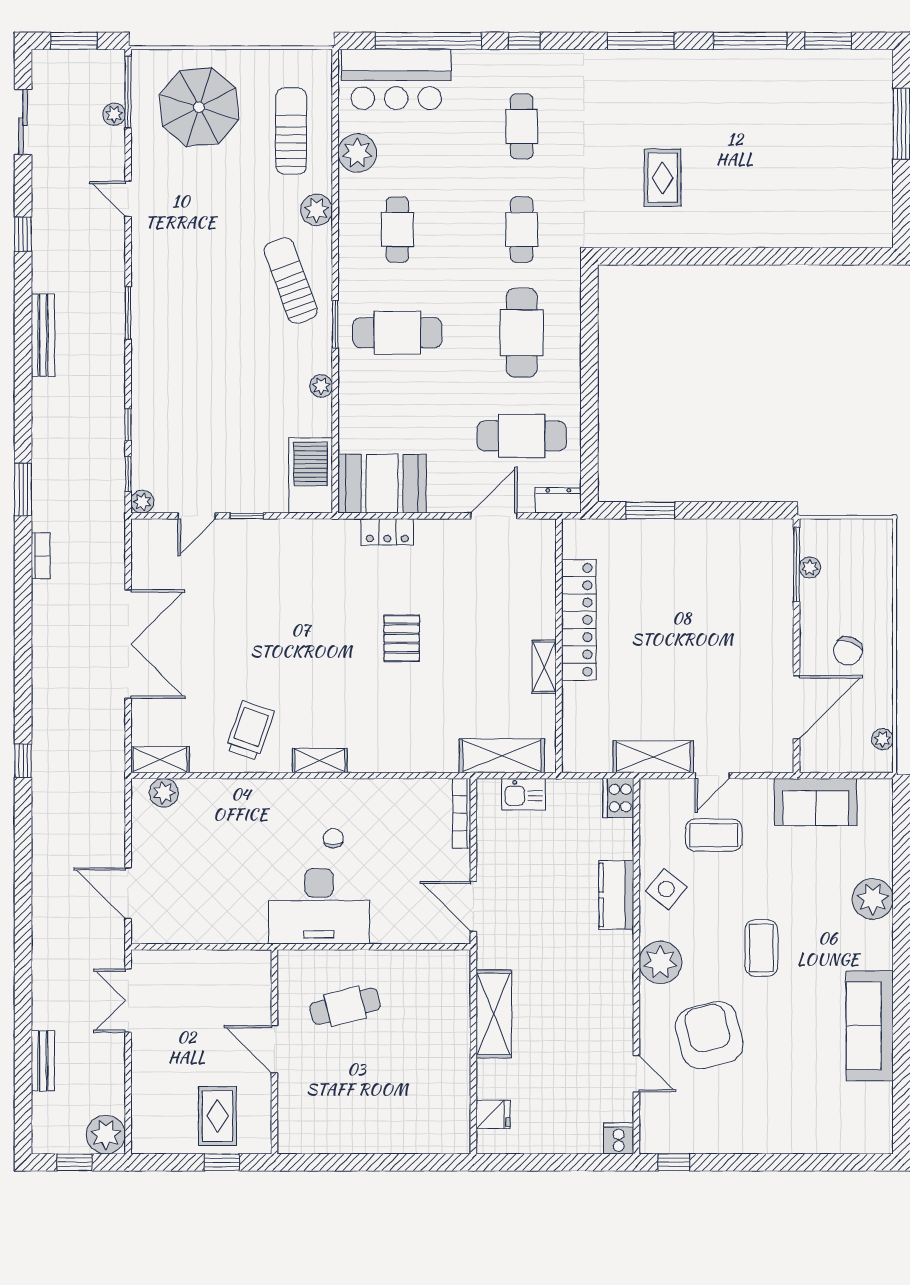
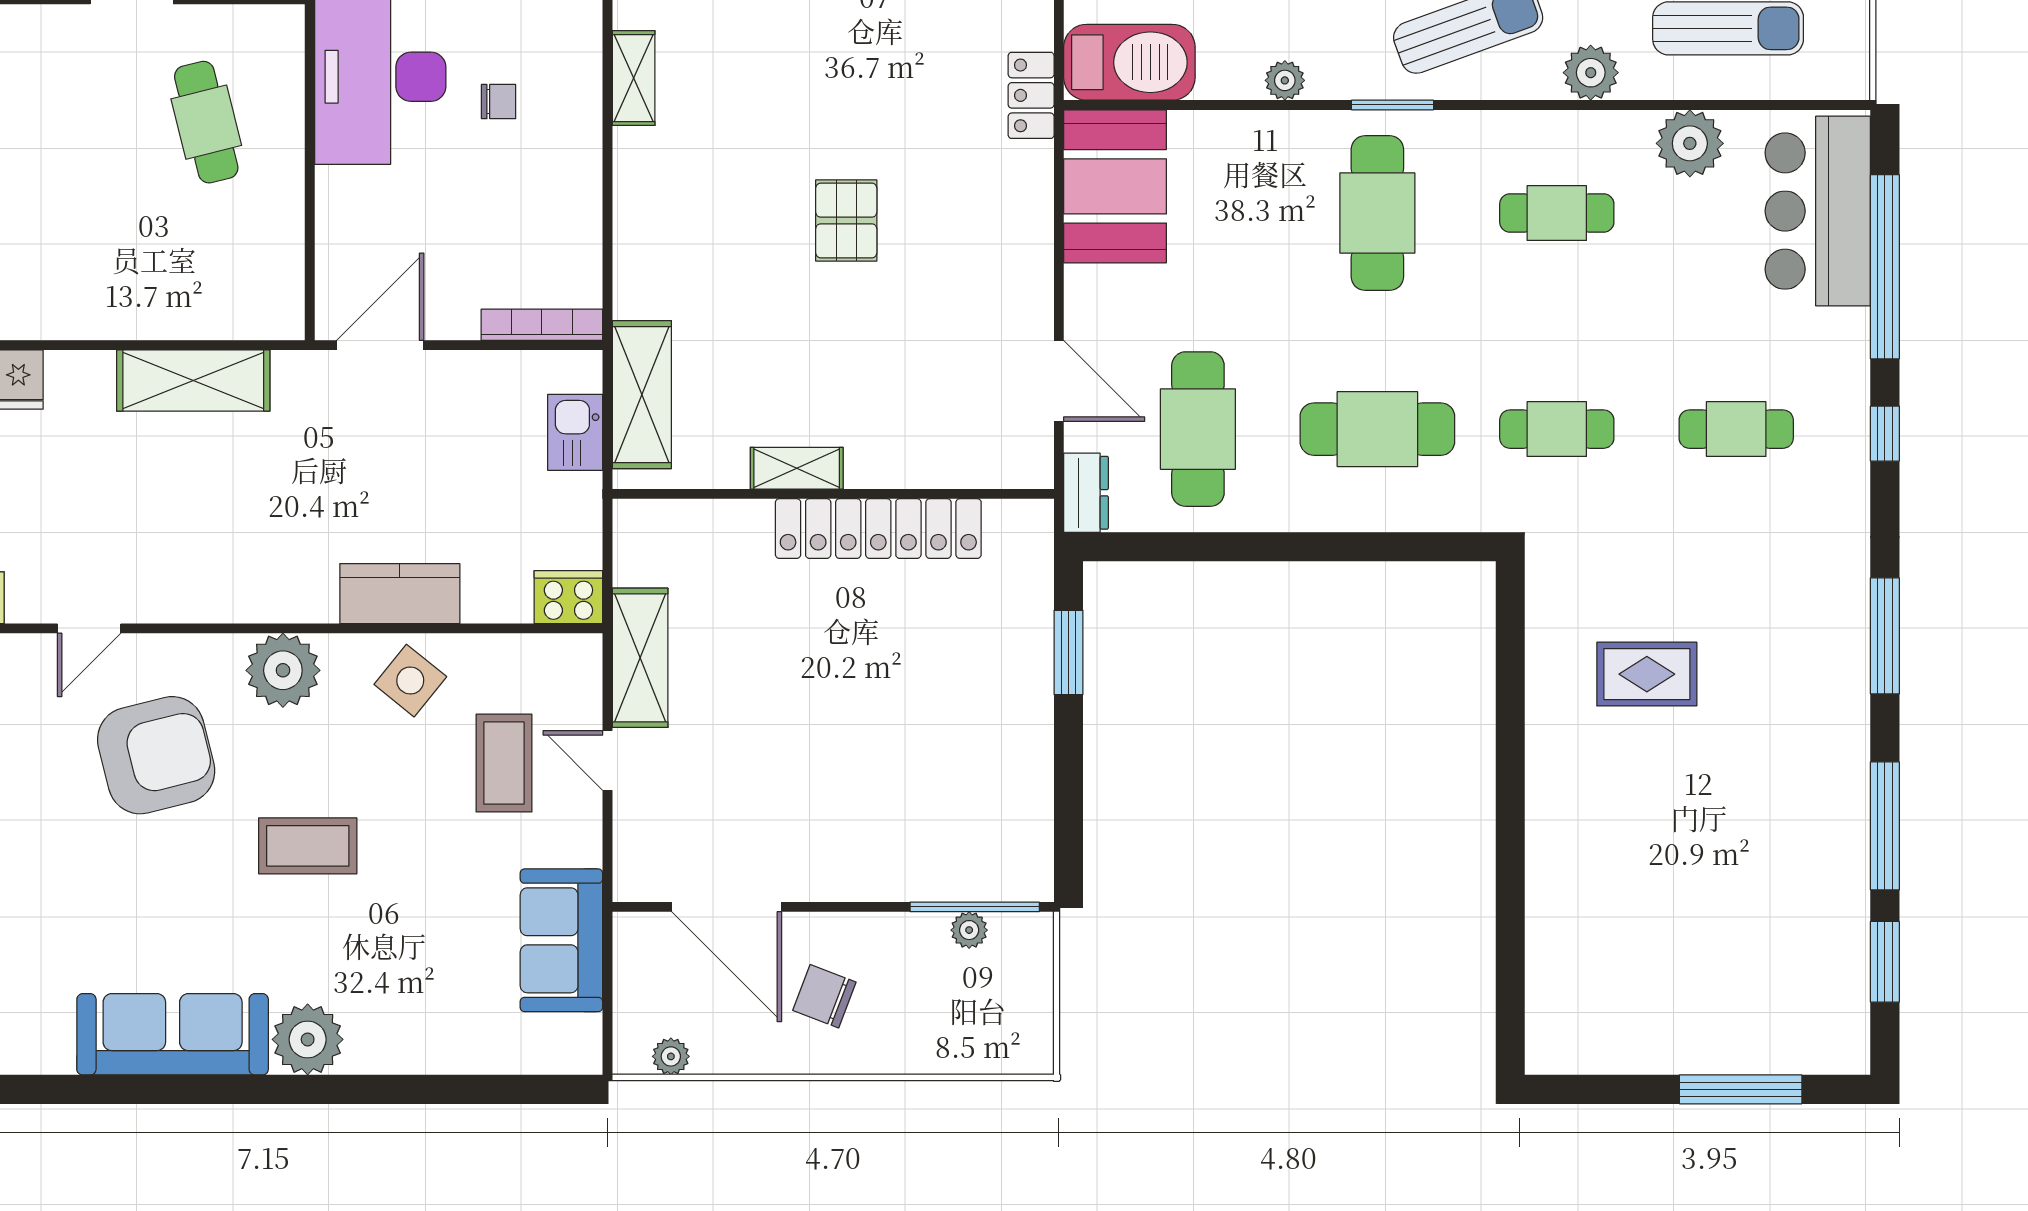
locker: (387, 532) -> (1031, 95), moved
pallet: (402, 638) -> (846, 220), turned 90
plant: (873, 899) -> (308, 1039), moved

